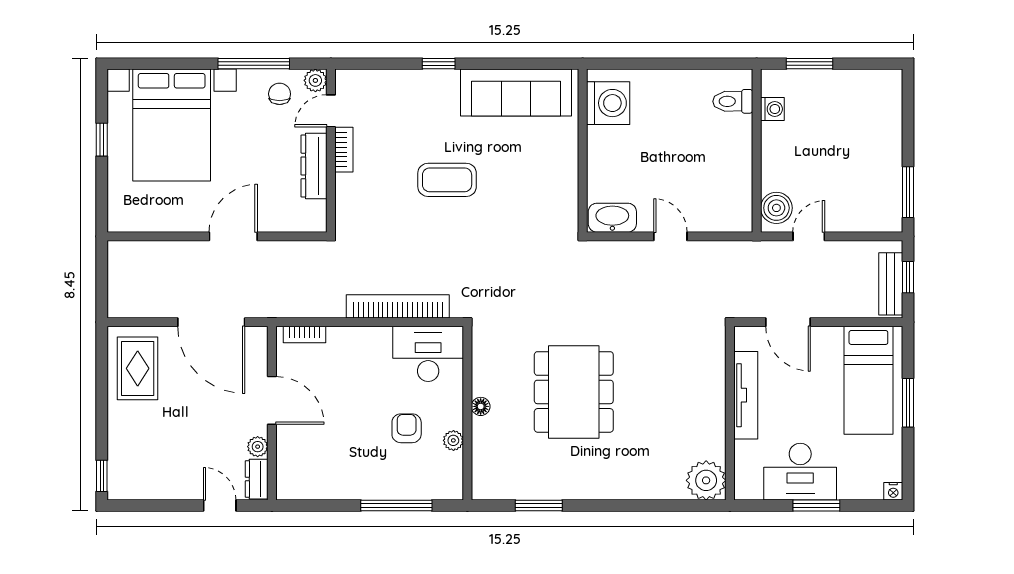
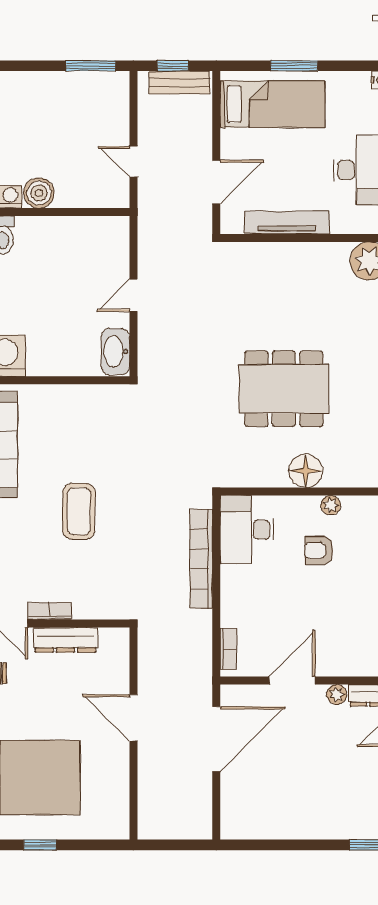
boiler: (776, 208) -> (39, 193), moved
rug: (138, 368) -> (261, 810), removed
floor lamp: (481, 406) -> (306, 471), width x1.89, depth x1.89

